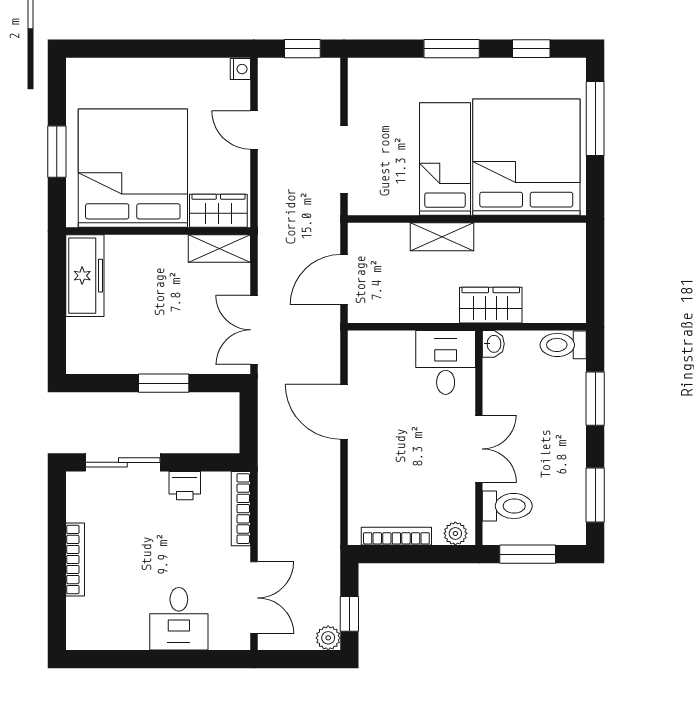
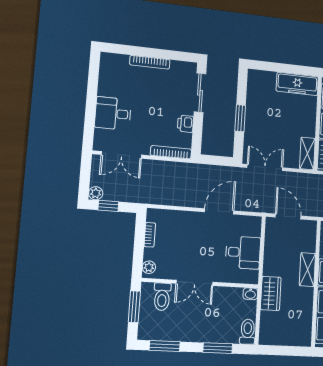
desk: (446, 362) -> (243, 252), moved
bookcase: (396, 536) -> (150, 235), width x0.64

